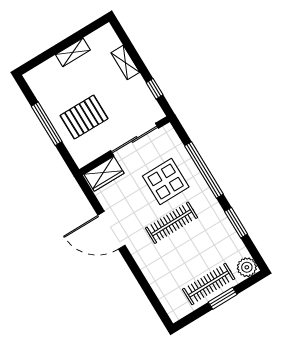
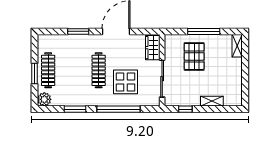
shelving: (73, 52) -> (237, 46), moved
window: (139, 276) -> (78, 31), added

